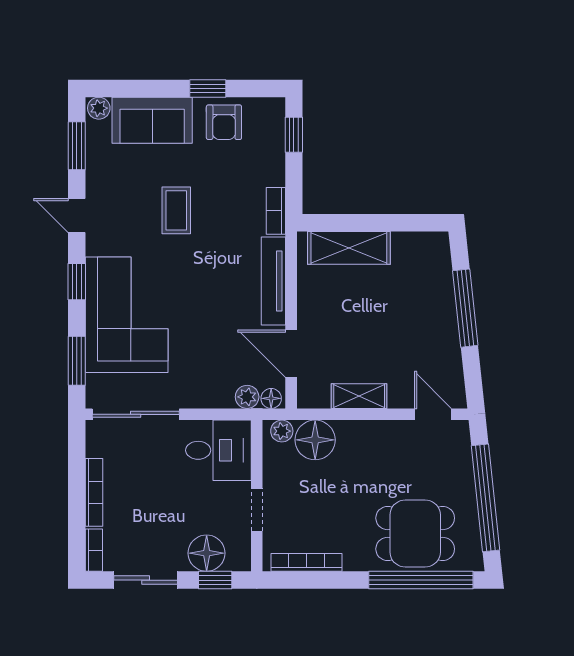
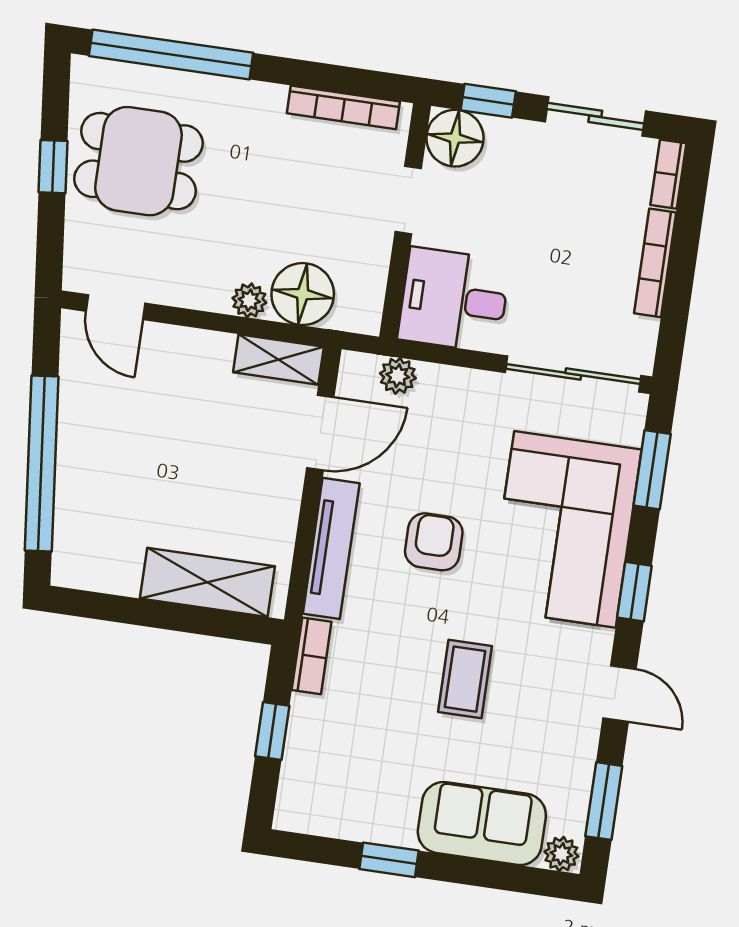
armchair: (224, 122) -> (434, 542), moved
window: (294, 135) -> (272, 731), moved
window: (465, 308) -> (42, 464), width x1.46
door: (291, 354) -> (320, 433), hinge flipped
shelving: (359, 396) -> (278, 360), moved
floor lamp: (271, 398) -> (361, 368), removed
plant: (282, 431) -> (249, 300), moved
window: (486, 498) -> (53, 167), width x0.32
dining table: (415, 534) -> (138, 161), moved
floor lamp: (207, 553) -> (455, 138), moved

